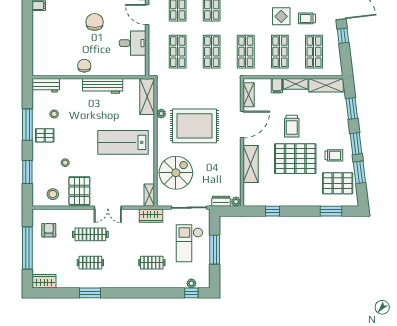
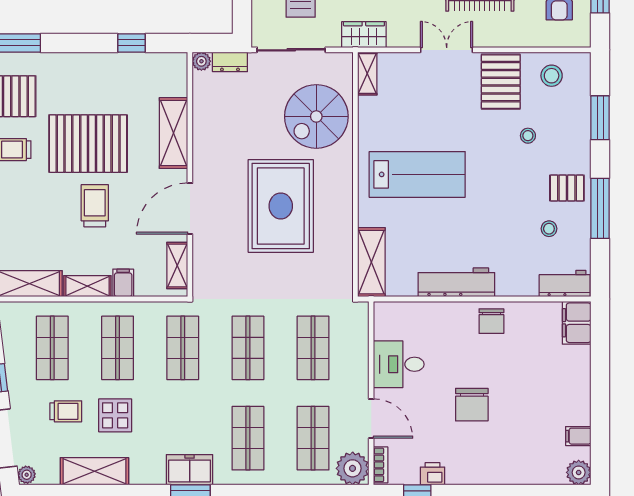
filing cabinet: (40, 65) -> (577, 323), added
plant: (161, 114) -> (344, 230), removed
rug: (194, 126) -> (281, 206), turned 90

